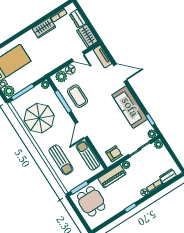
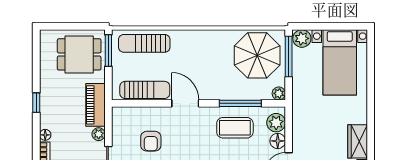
parasol: (39, 118) -> (257, 55), moved
armchair: (114, 154) -> (151, 141), moved
sun lounger: (61, 160) -> (144, 43), moved

